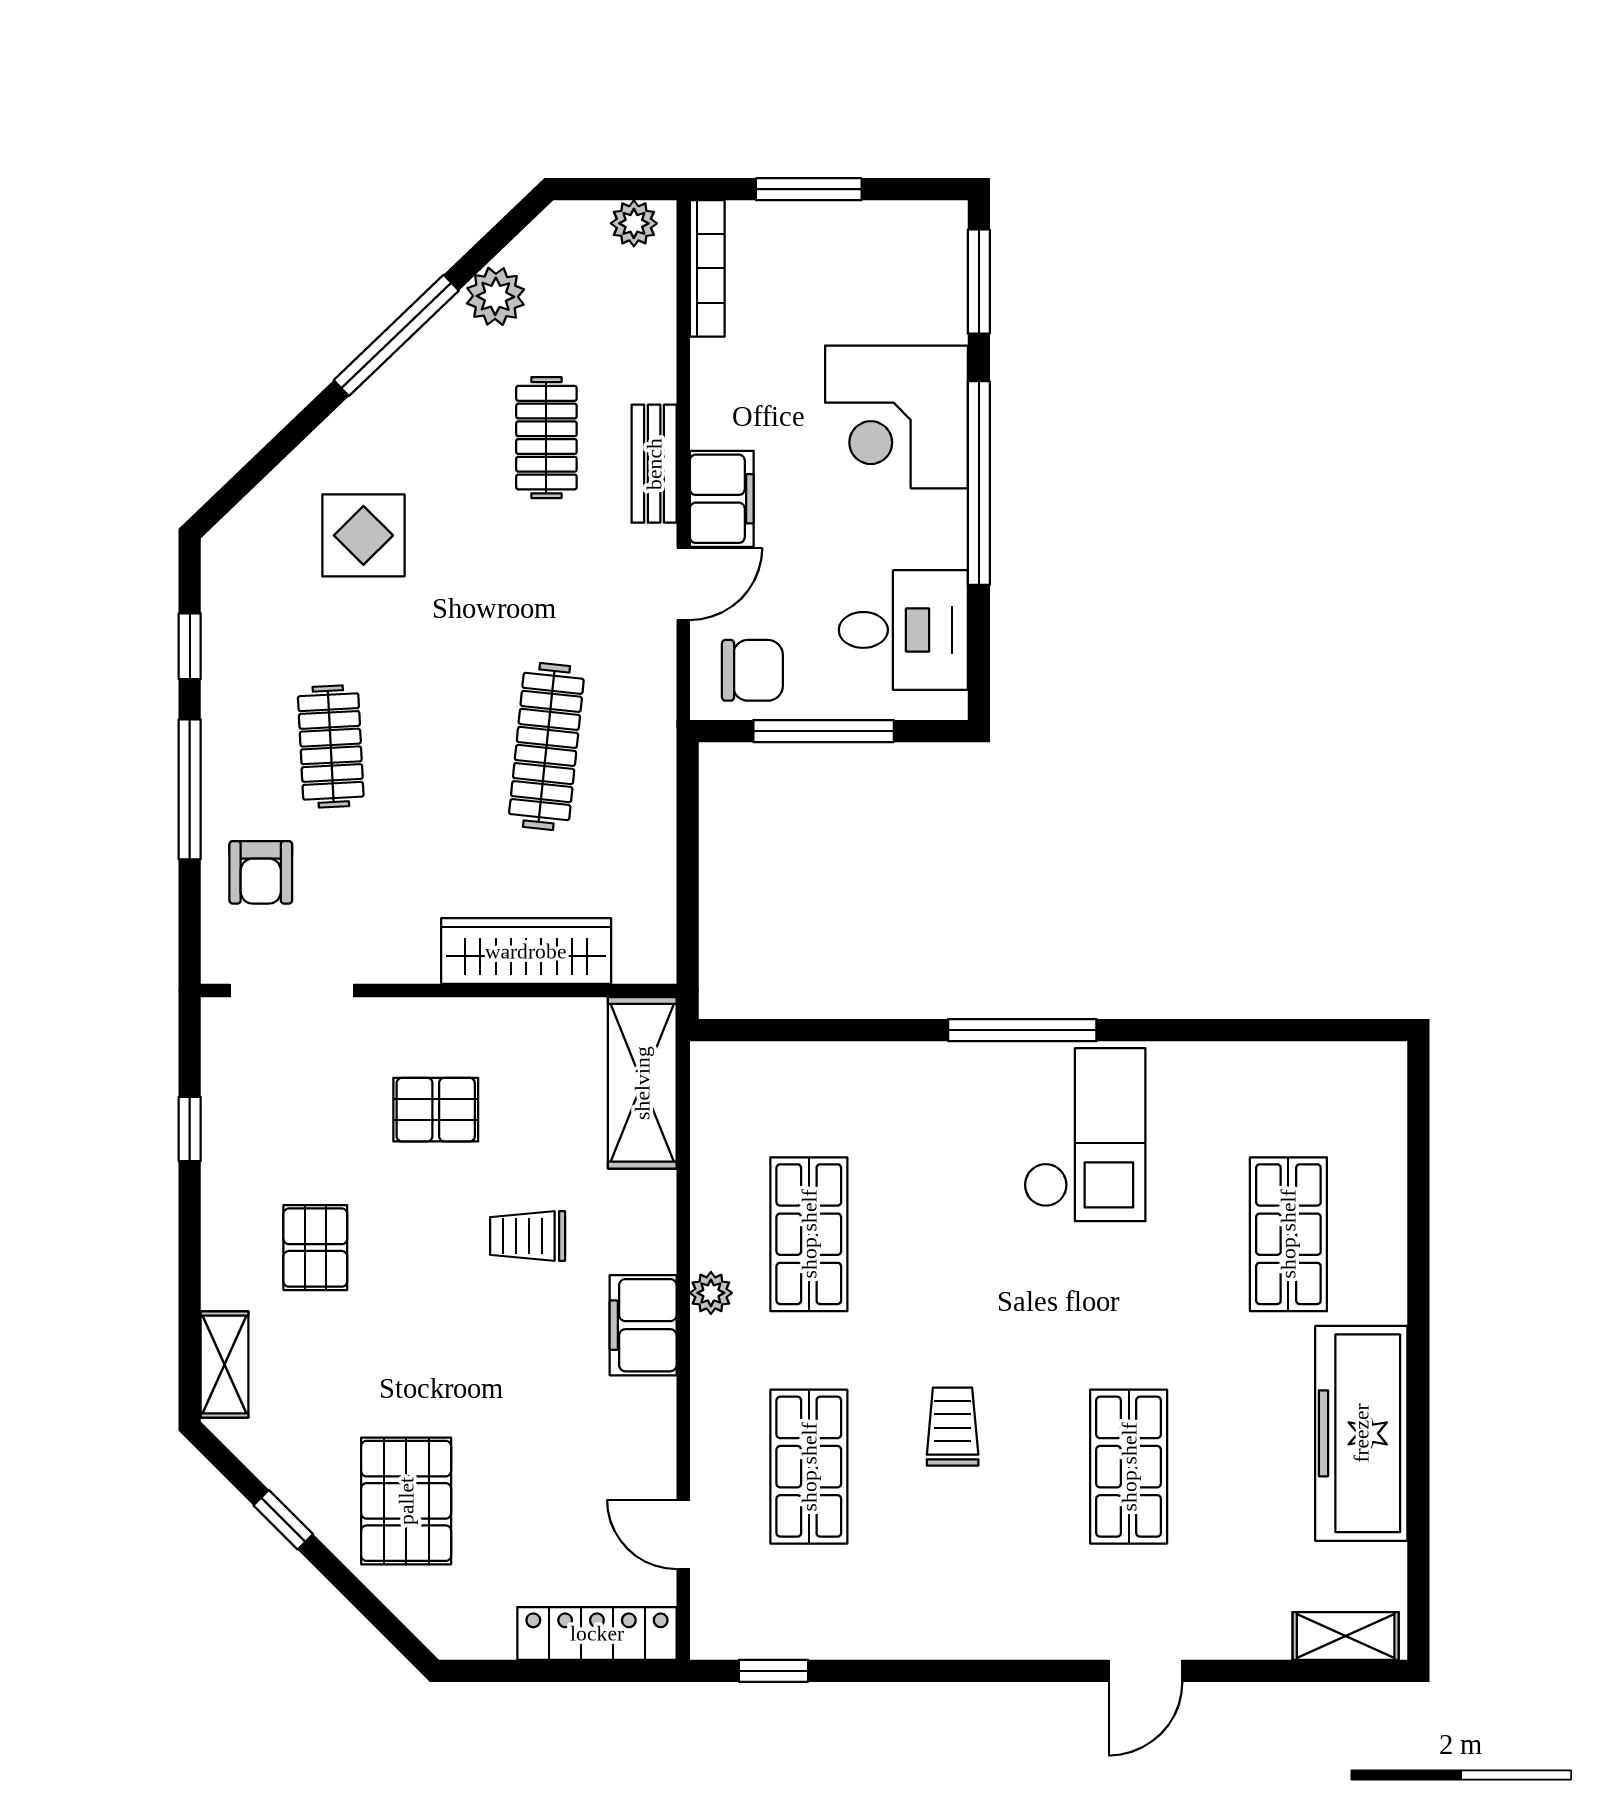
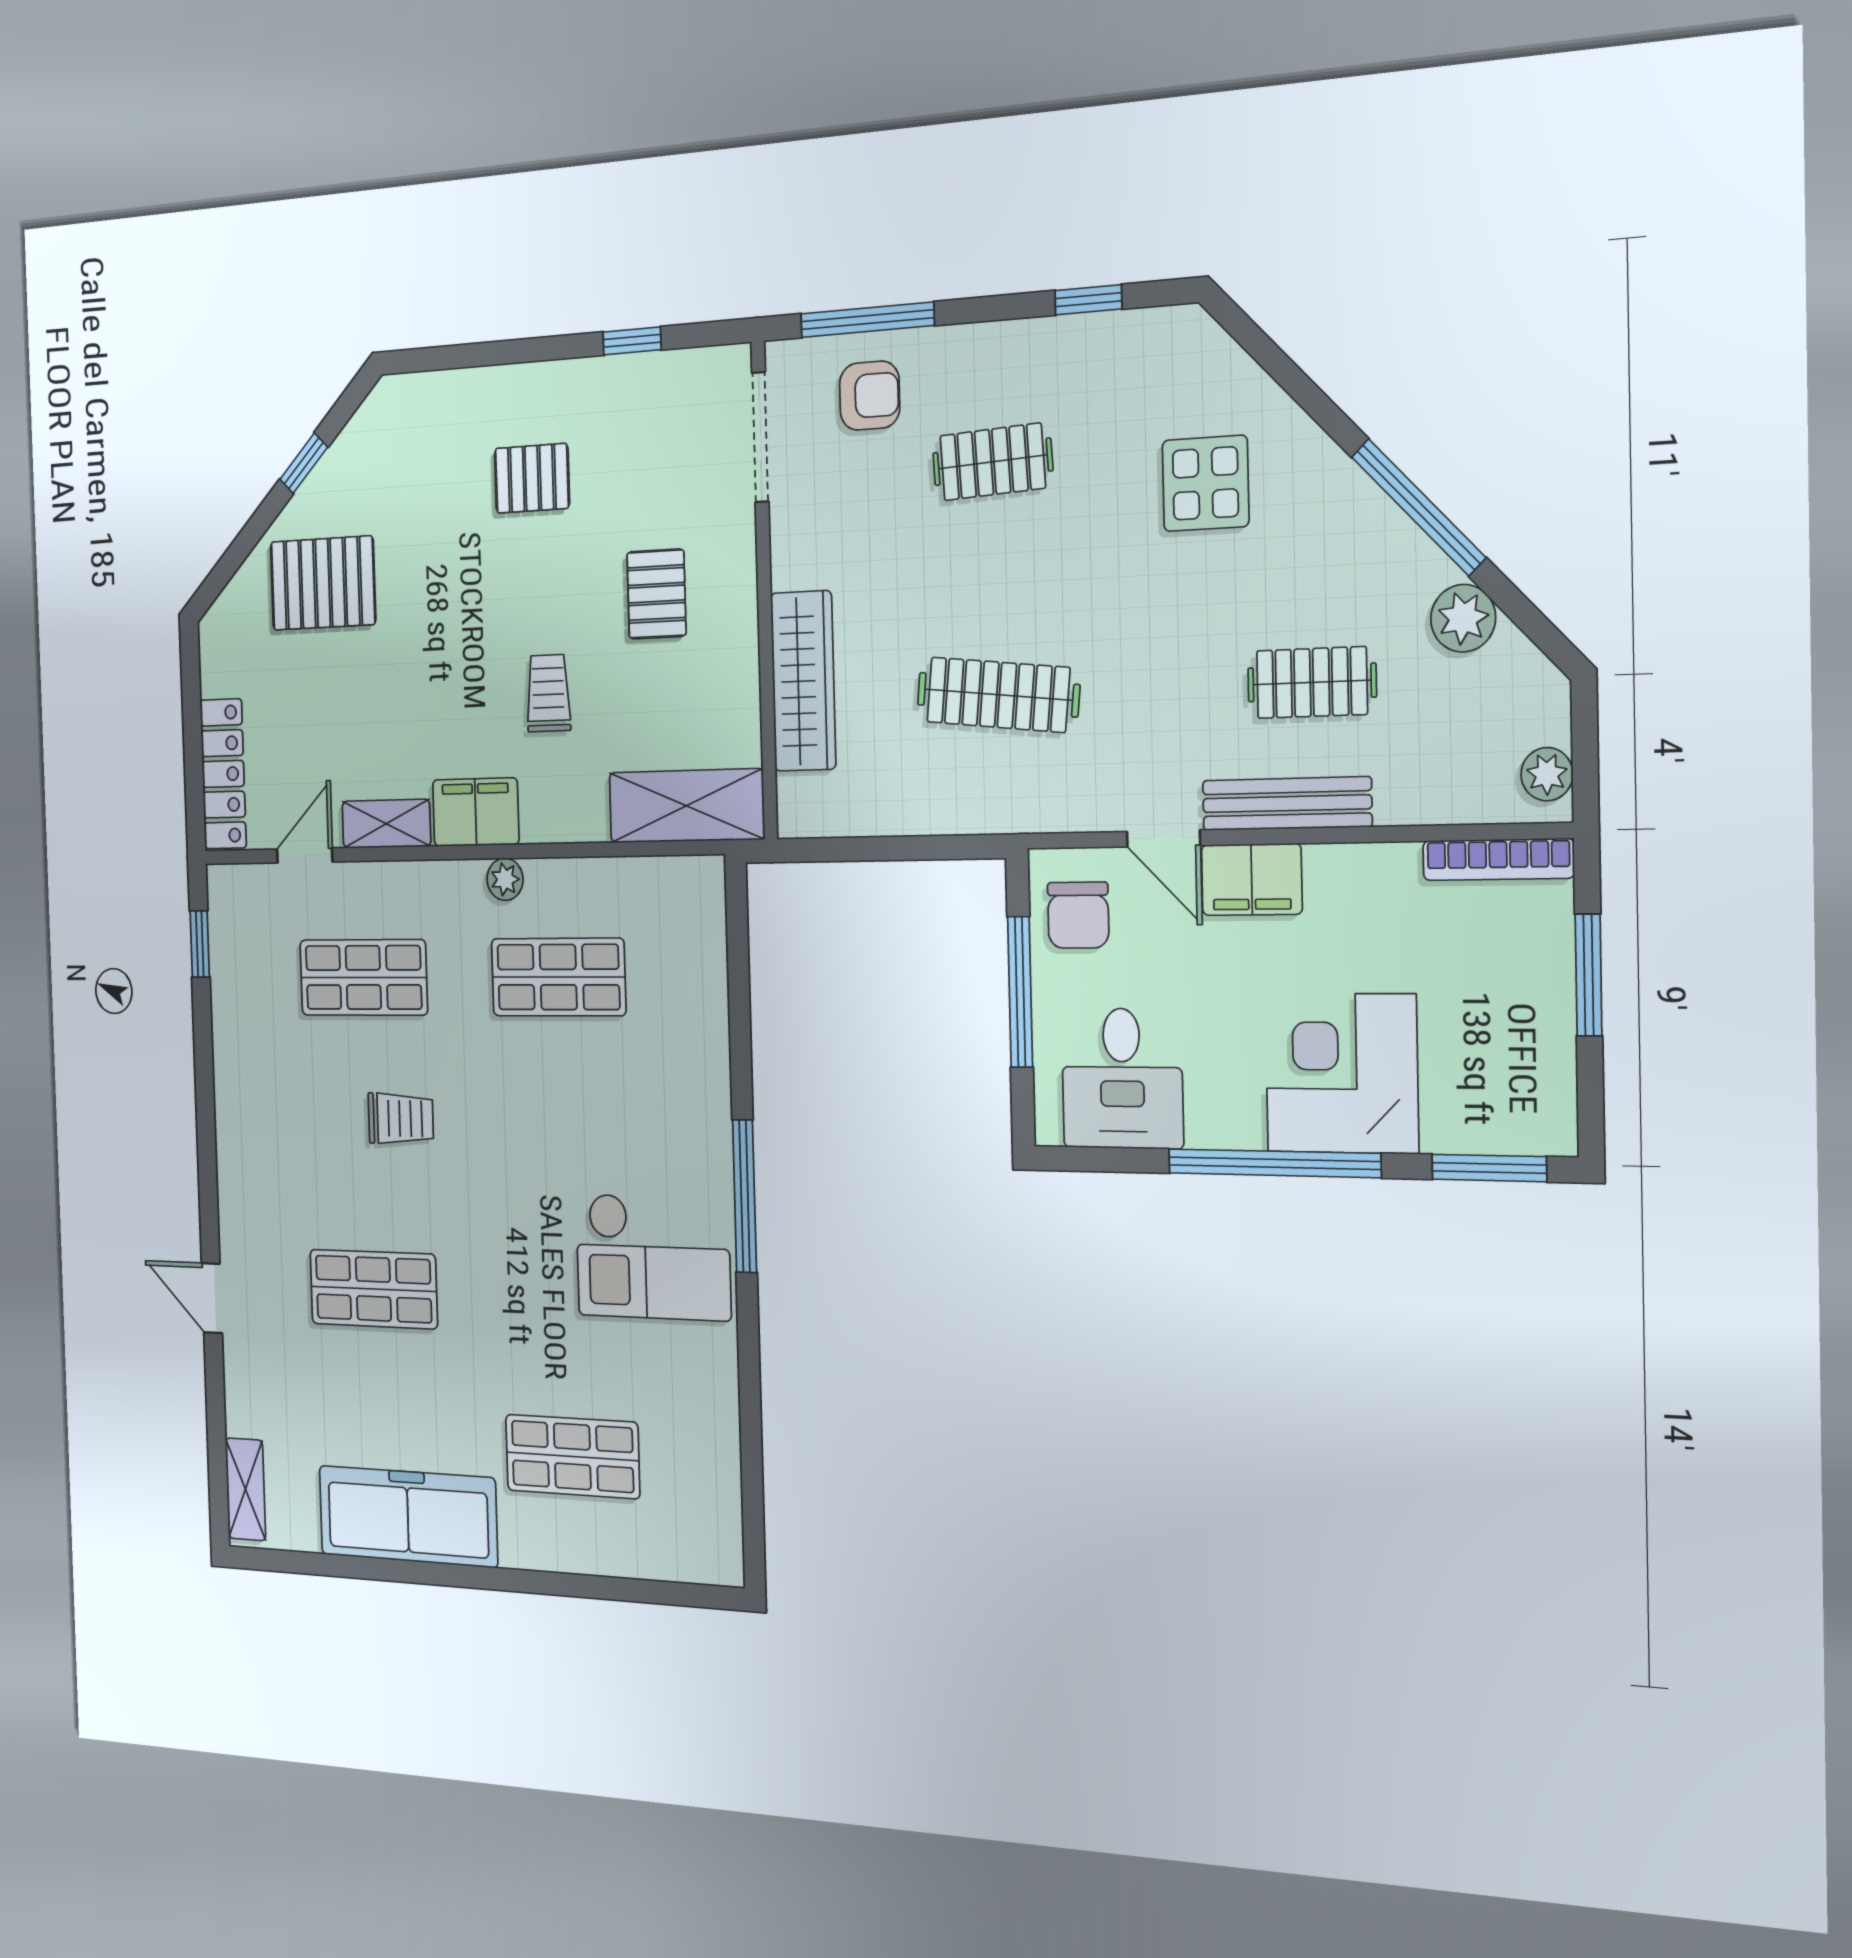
bench: (654, 464) -> (1287, 804), width x1.36
window: (190, 789) -> (867, 320), moved
armchair: (261, 872) -> (870, 396), turned 180
shelving: (225, 1365) -> (386, 824), moved

